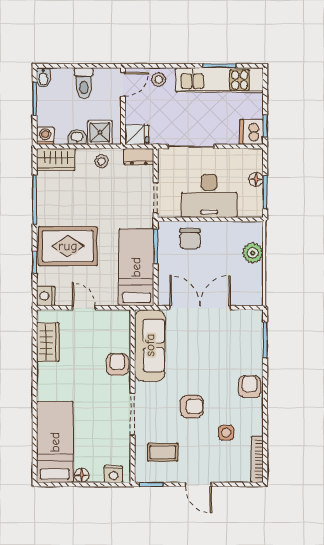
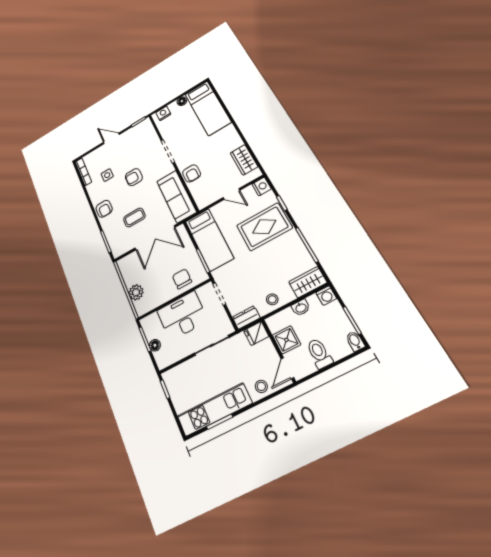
shower: (100, 132) -> (286, 340), moved
dishwasher: (251, 132) -> (173, 380), removed
coffee table: (163, 452) -> (134, 218), moved

